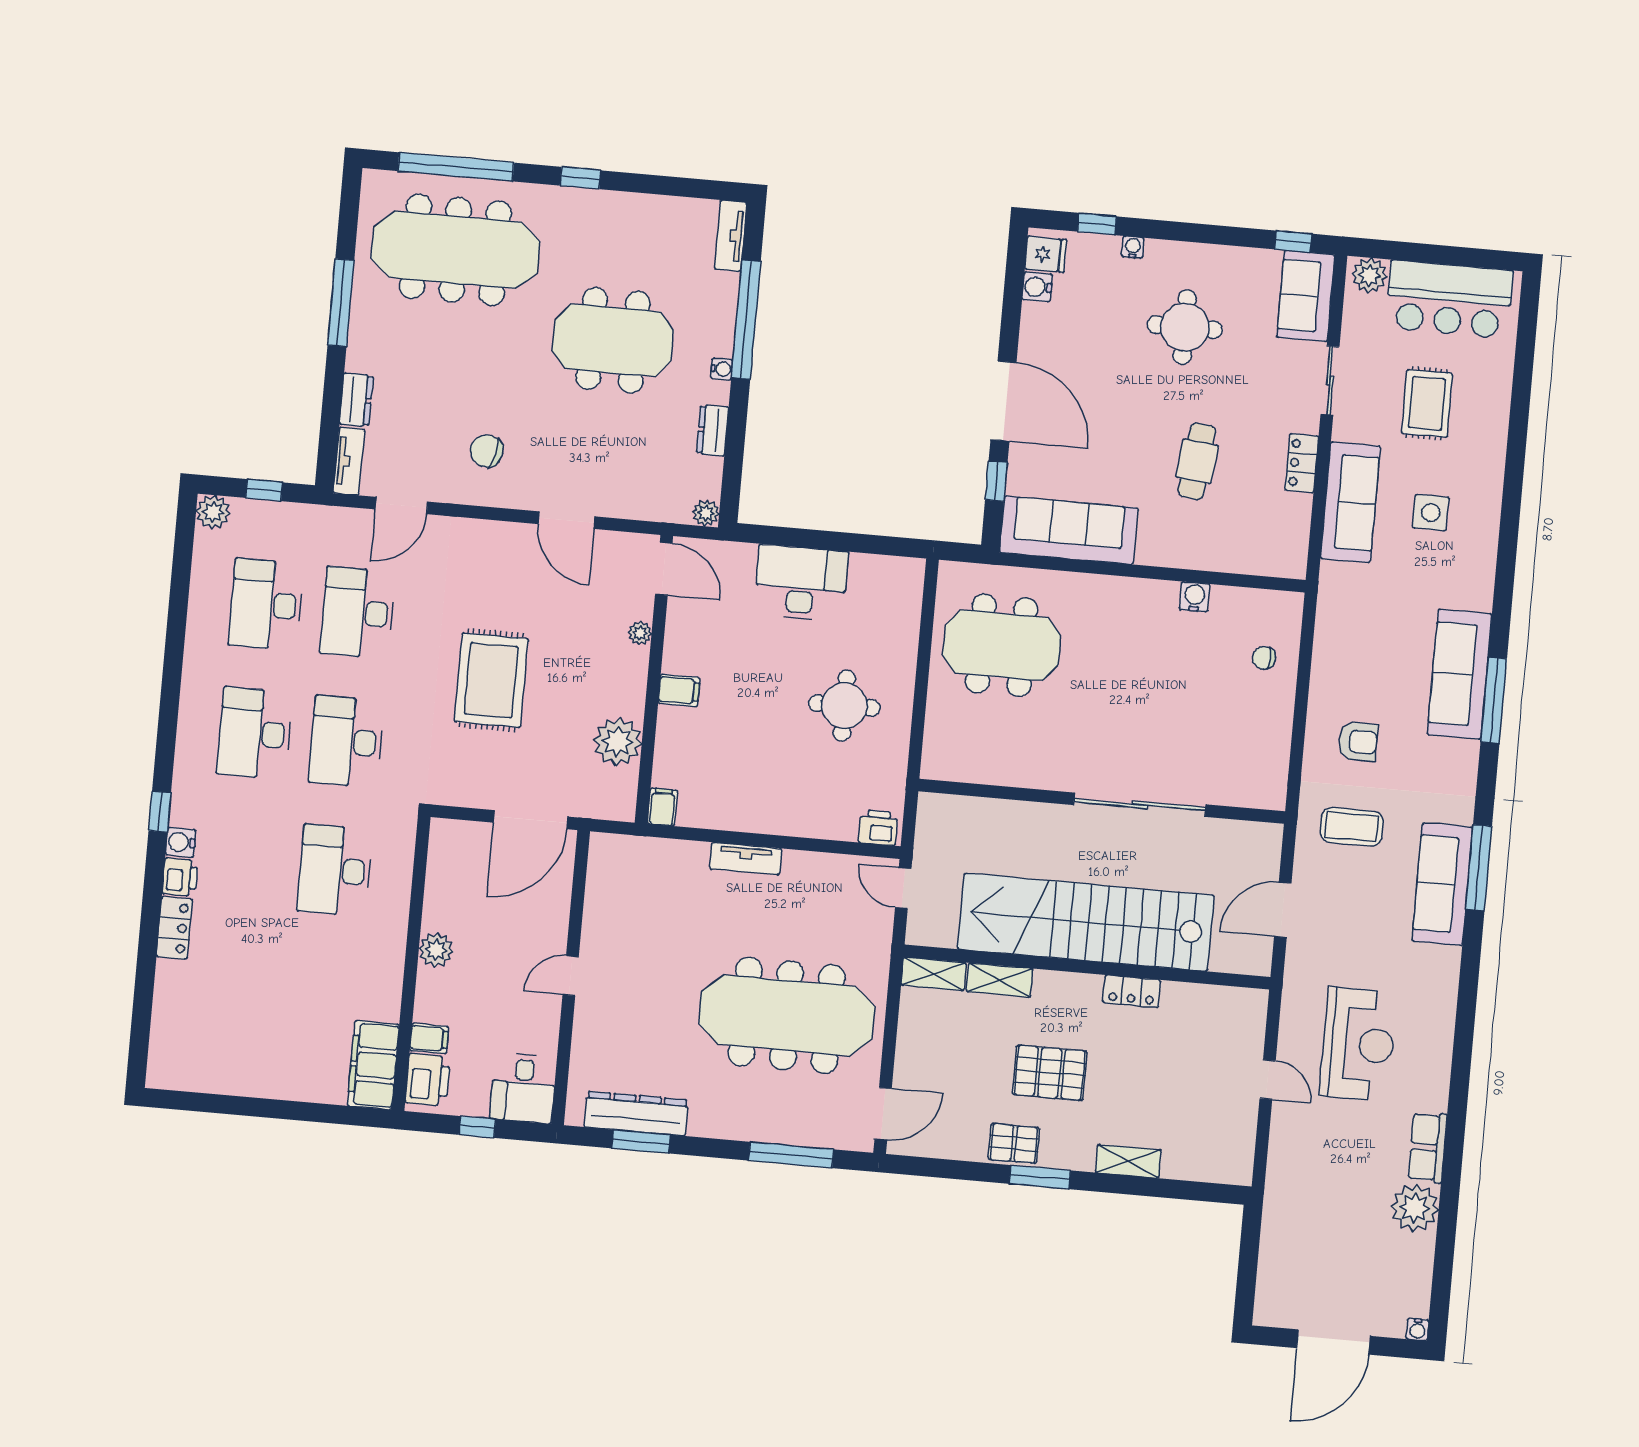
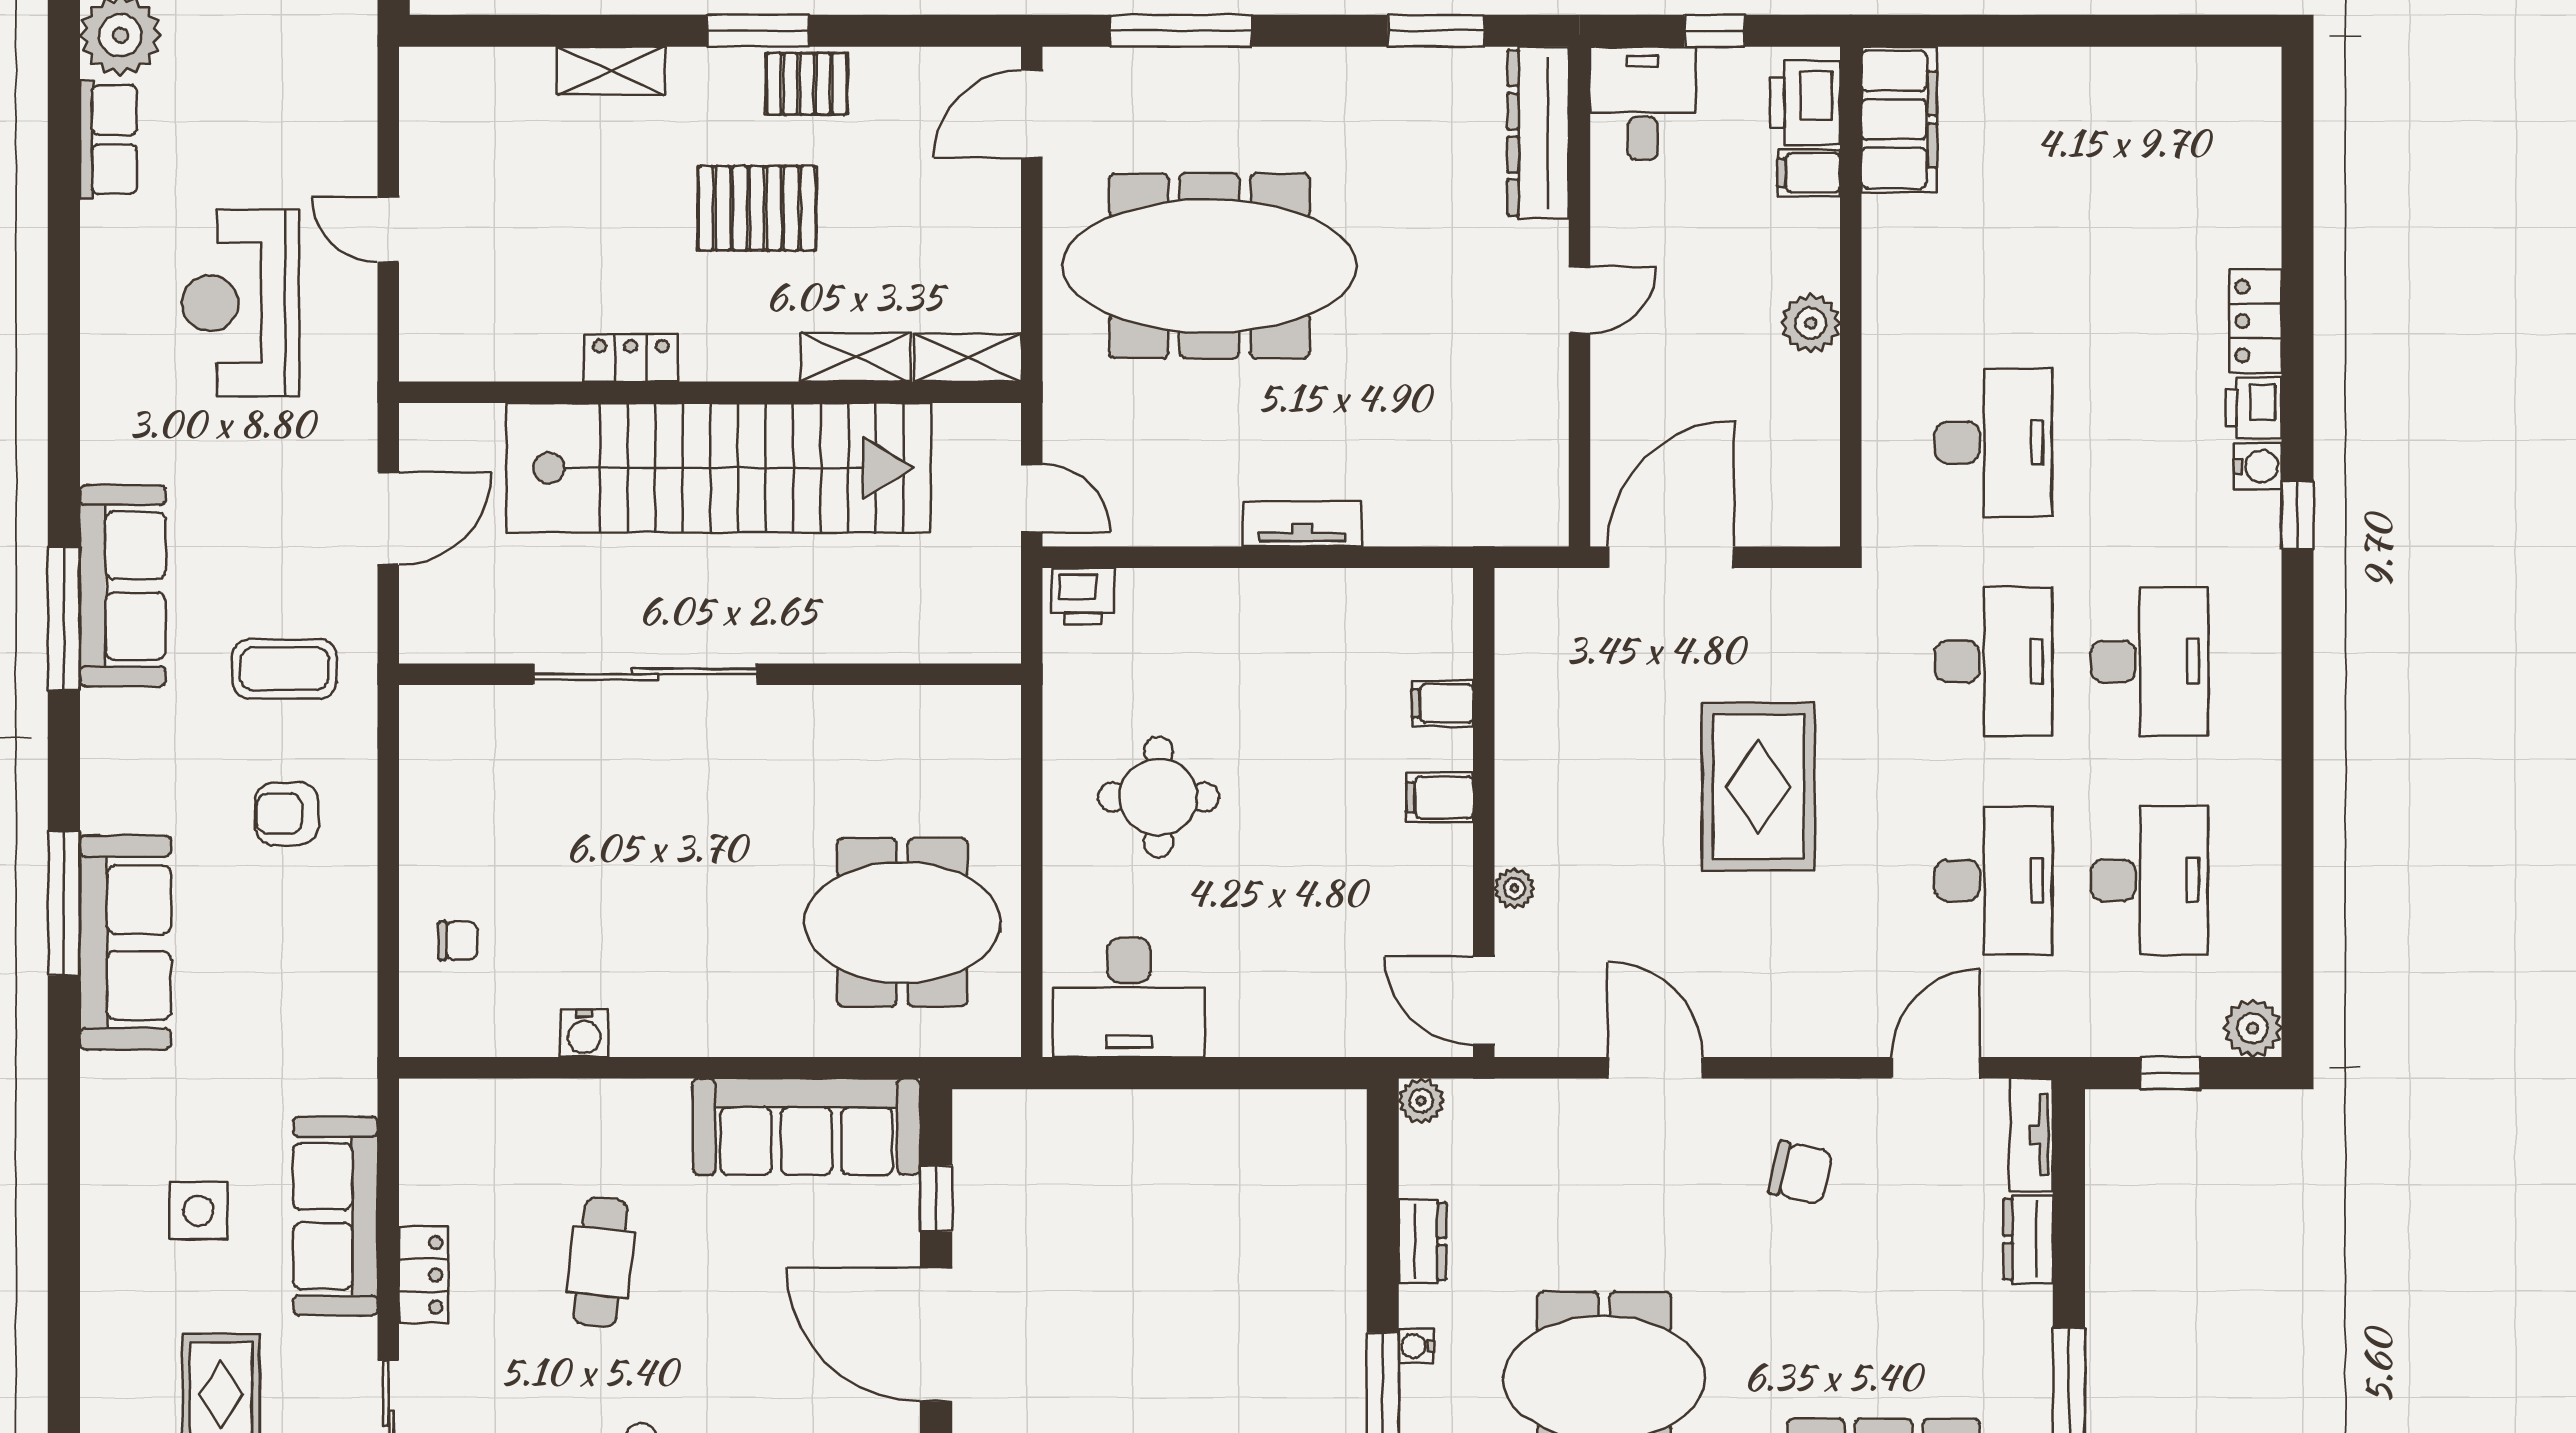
desk: (801, 583) -> (1129, 997), moved
plant: (618, 742) -> (1536, 702), removed
filing cabinet: (662, 807) -> (1443, 704), moved, turned 90
dresser: (636, 1113) -> (1538, 133), moved, turned 90

